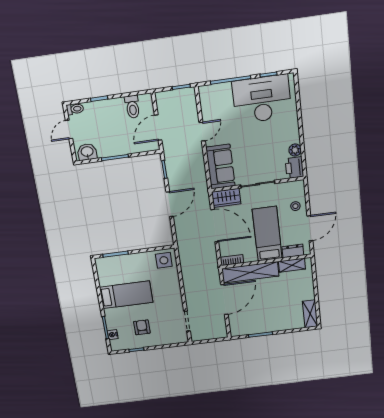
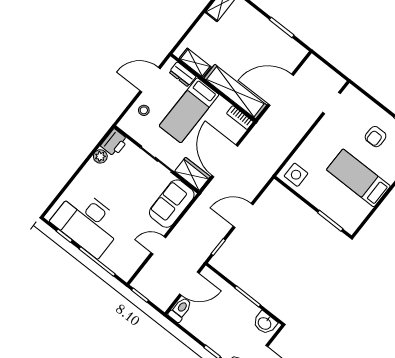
toilet: (132, 107) -> (180, 310), moved

